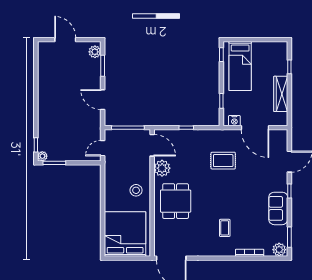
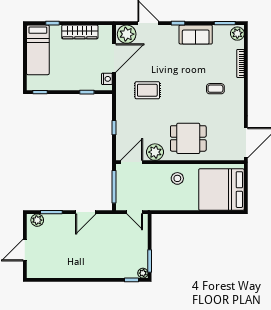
bed: (240, 66) -> (38, 50), moved, turned 90
plant: (279, 140) -> (127, 34), added
rug: (223, 161) -> (147, 90), turned 90

